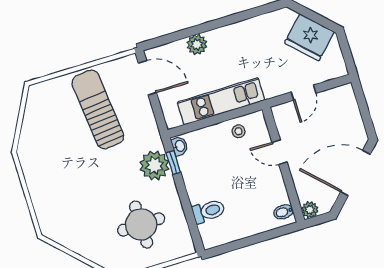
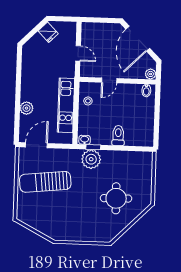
fridge: (309, 37) -> (48, 32), width x0.53, depth x0.75
toilet: (209, 211) -> (118, 135), moved
round table: (141, 225) -> (116, 198), moved

